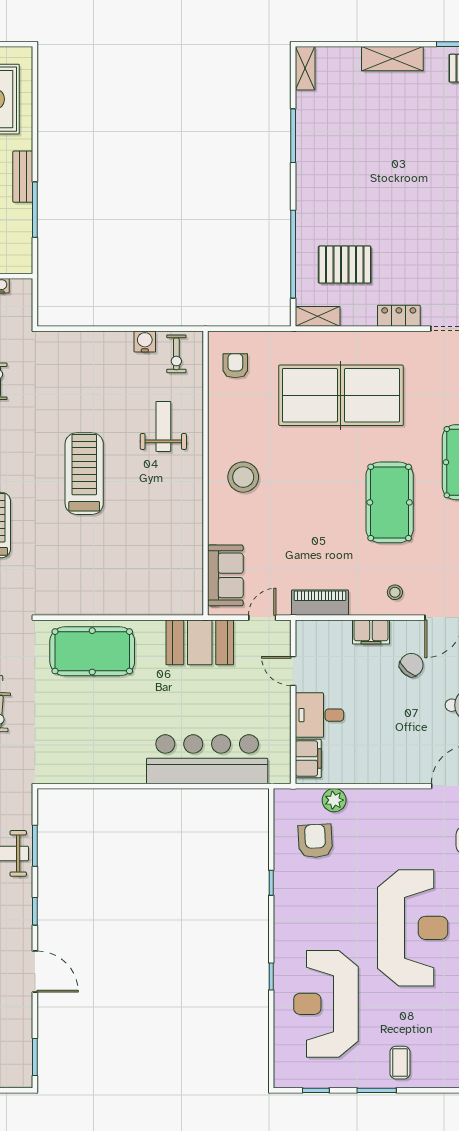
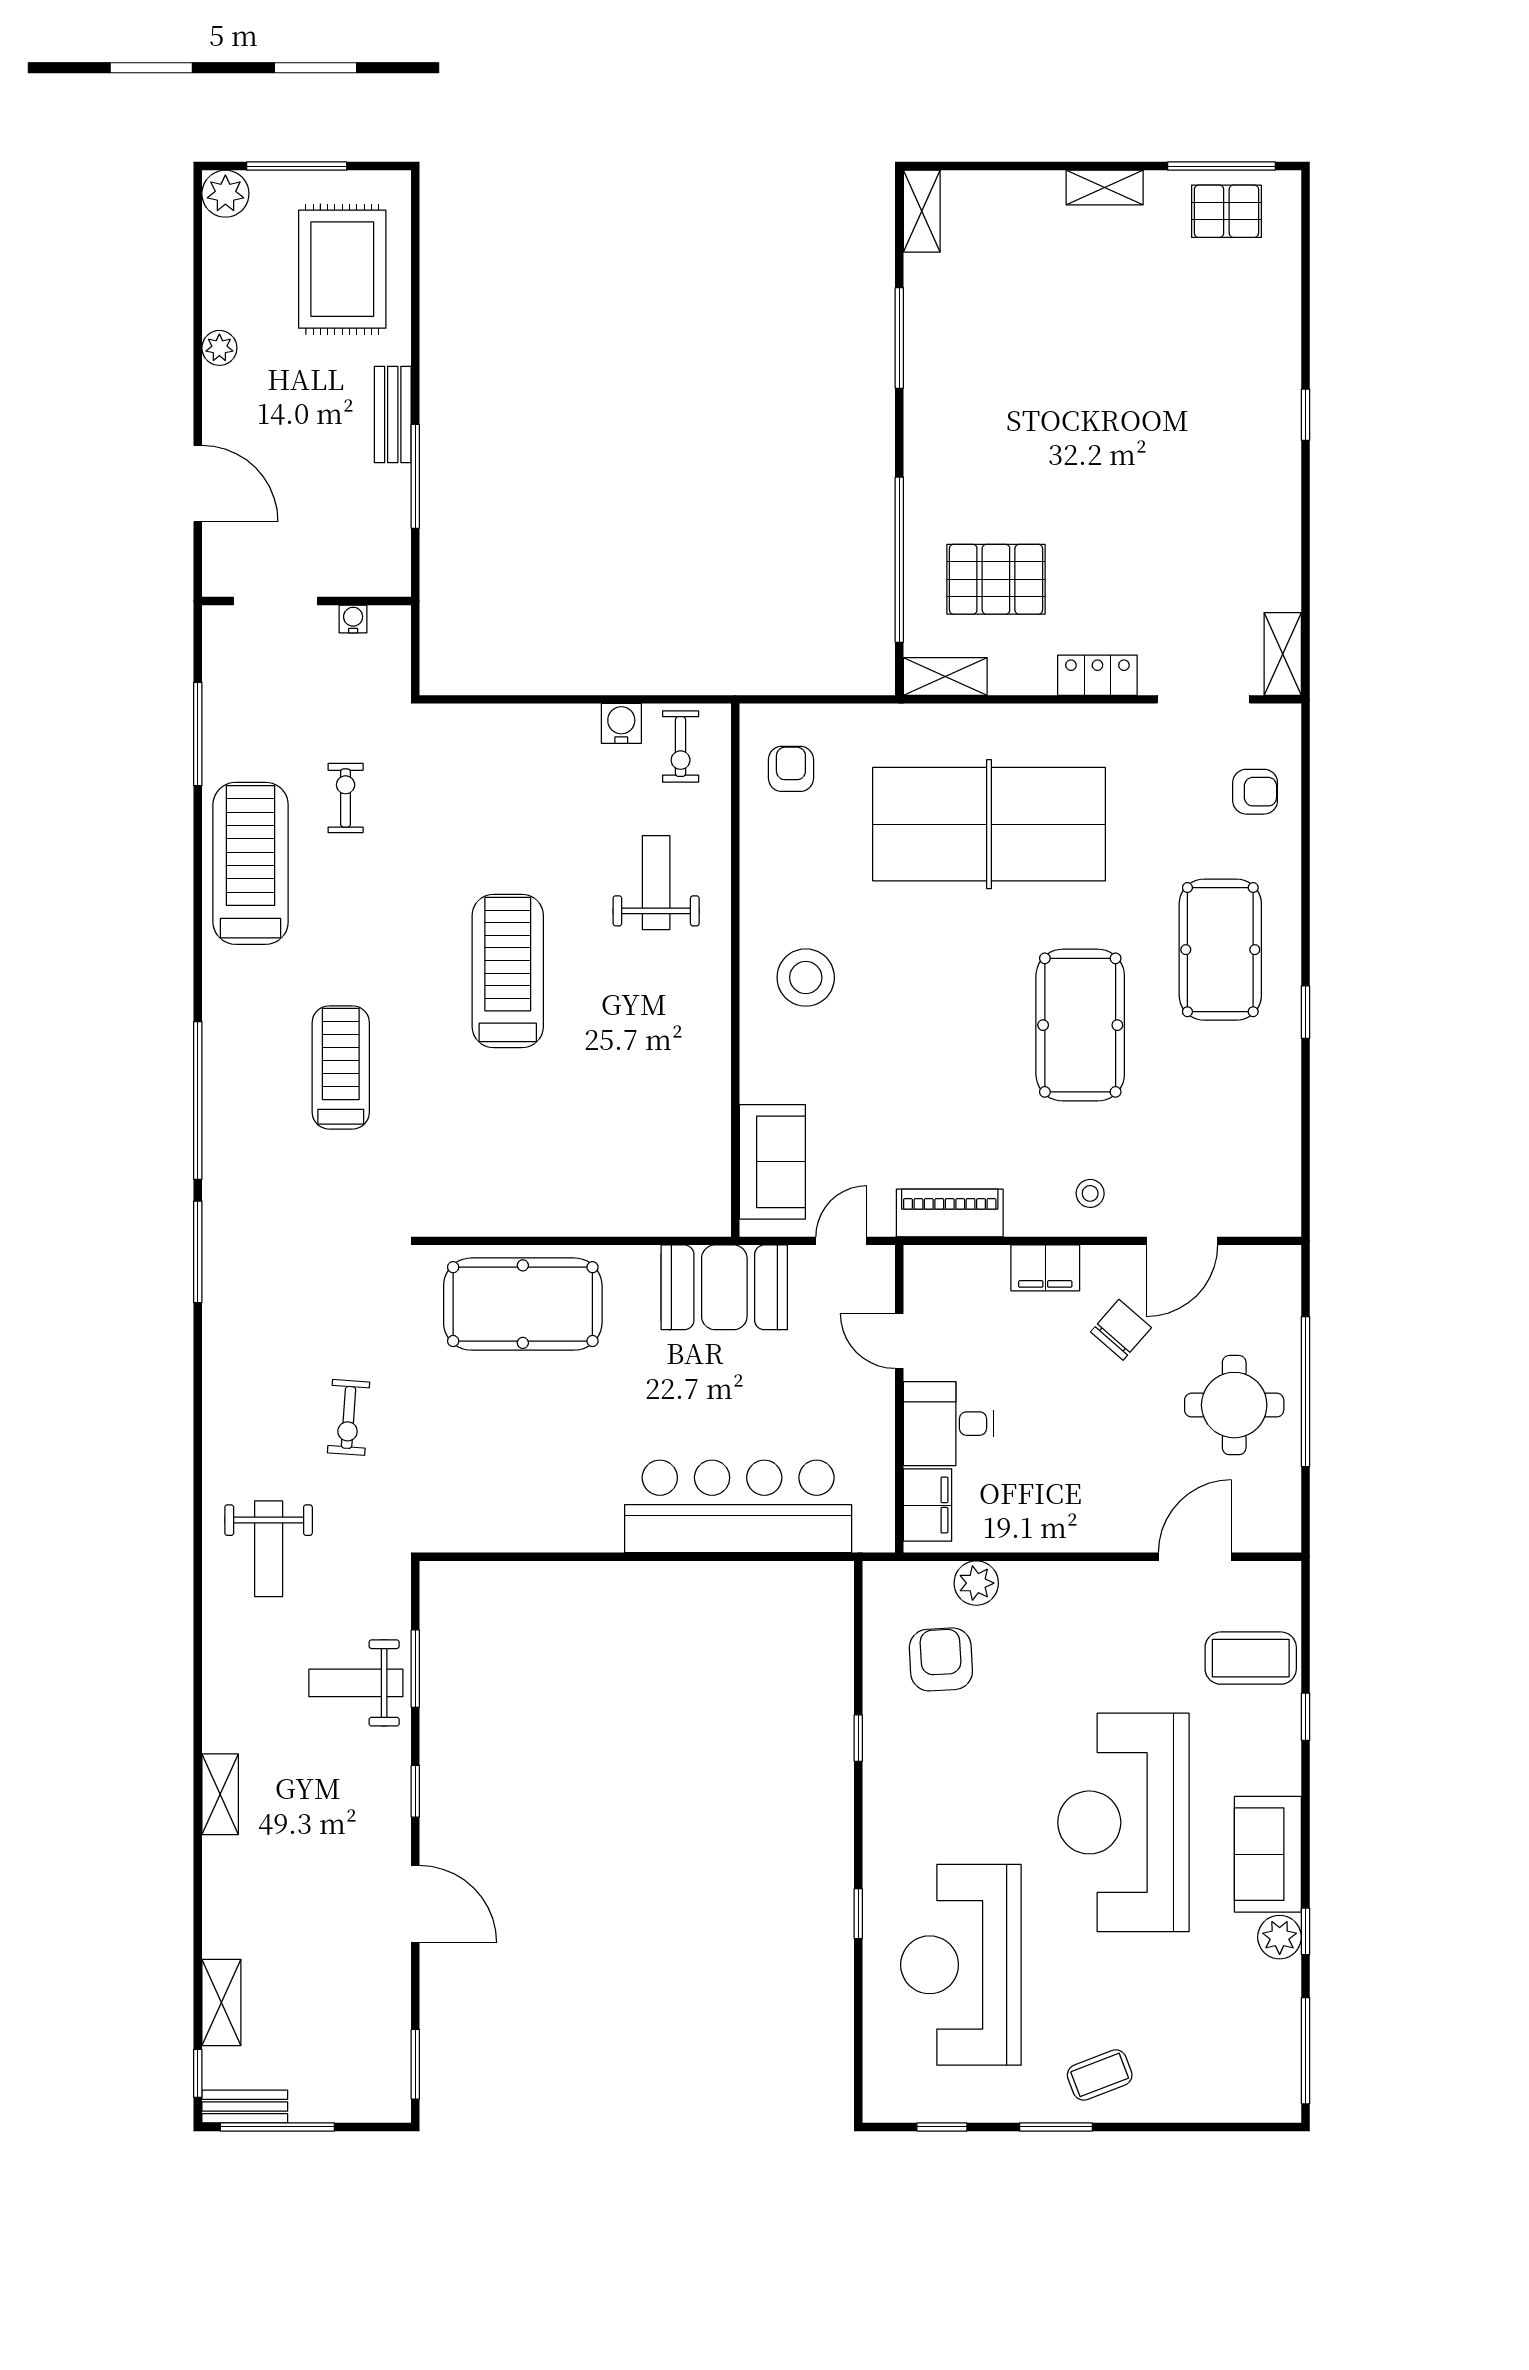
shelving: (392, 59) -> (1105, 188), width x0.67, depth x0.75
reception desk: (413, 928) -> (1123, 1822), turned 180
coffee table: (400, 1063) -> (1100, 2075), turned 69

